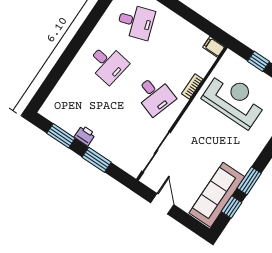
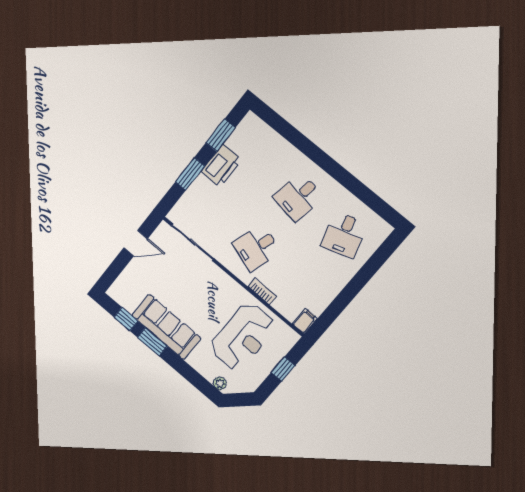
printer: (85, 135) -> (222, 166), width x1.87, depth x1.48
sofa: (217, 195) -> (166, 327), moved

